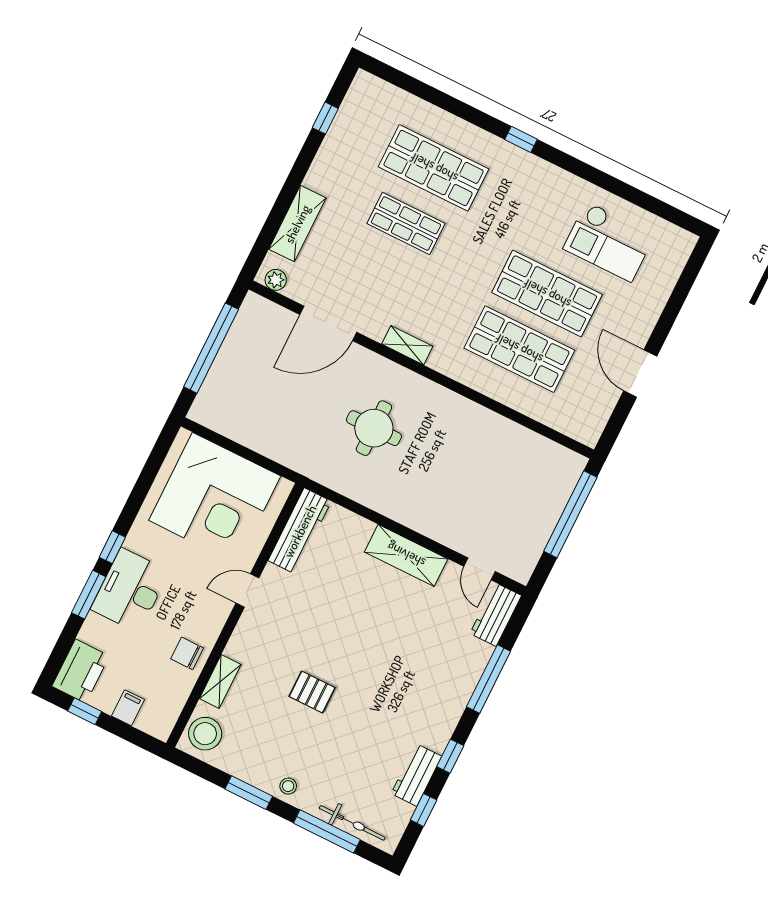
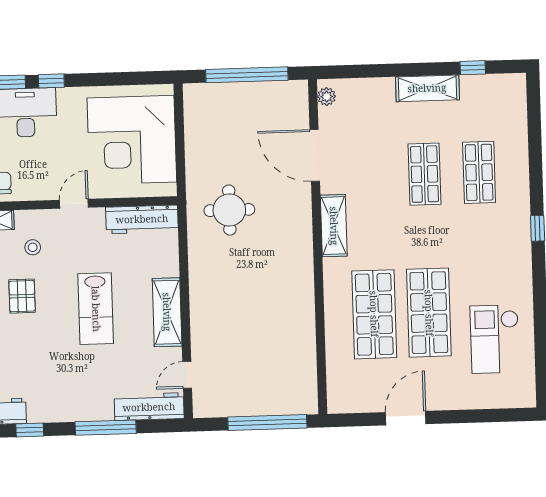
shop shelf: (434, 168) -> (479, 172), width x0.70, depth x0.74
shelving: (297, 224) -> (427, 88), moved
shelving: (407, 345) -> (334, 226), width x1.50, depth x1.33
round table: (374, 428) -> (229, 210), moved
door: (247, 591) -> (74, 204), hinge flipped
workbench: (496, 615) -> (149, 407), width x1.38
lab bench: (364, 625) -> (96, 309), added
stool: (269, 655) -> (33, 247), added

